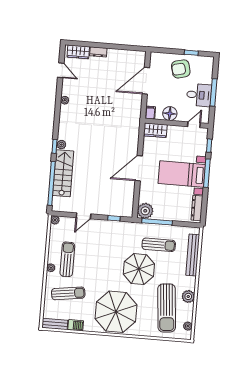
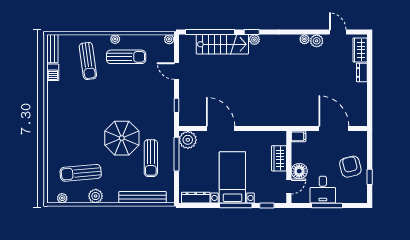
door: (61, 70) -> (338, 32), swing flipped
plant: (67, 90) -> (317, 41), added
floor lamp: (170, 114) -> (299, 171), moved
door: (194, 125) -> (289, 187), hinge flipped
wardrobe: (155, 130) -> (279, 158), moved
door: (139, 168) -> (221, 129), moved
sun lounger: (167, 308) -> (81, 173), width x0.73, depth x0.75
parasol: (116, 312) -> (72, 116), removed

